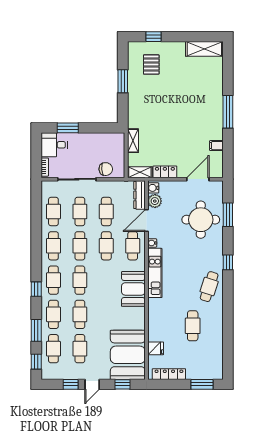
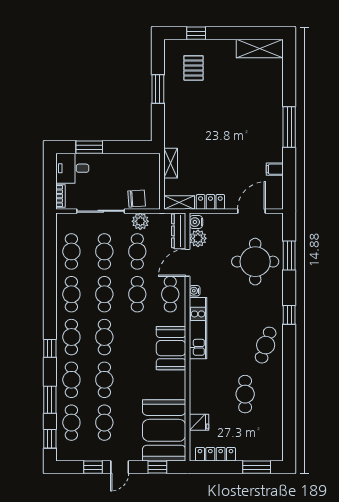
plant: (109, 187) -> (140, 221), added

